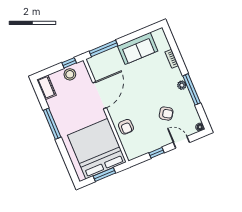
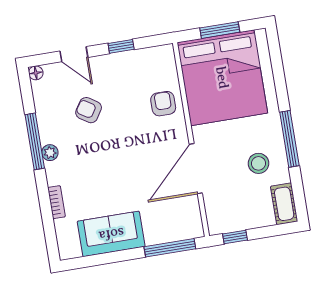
stool: (70, 74) -> (258, 163), moved

